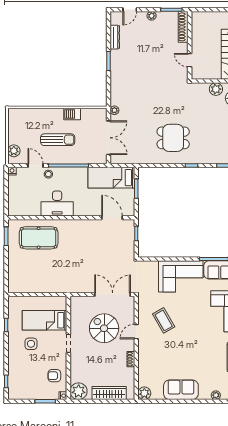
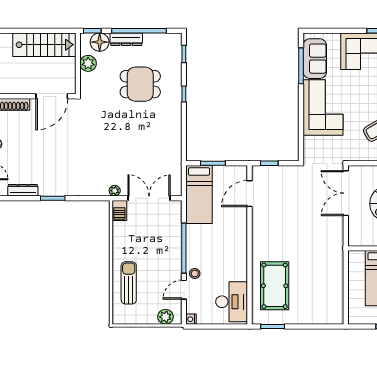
door: (190, 60) -> (52, 96), width x1.88
barbecue: (72, 114) -> (119, 210), moved
dining table: (173, 138) -> (140, 84), moved, turned 90
sun lounger: (58, 140) -> (129, 283), moved
desk: (57, 204) -> (232, 302), moved

